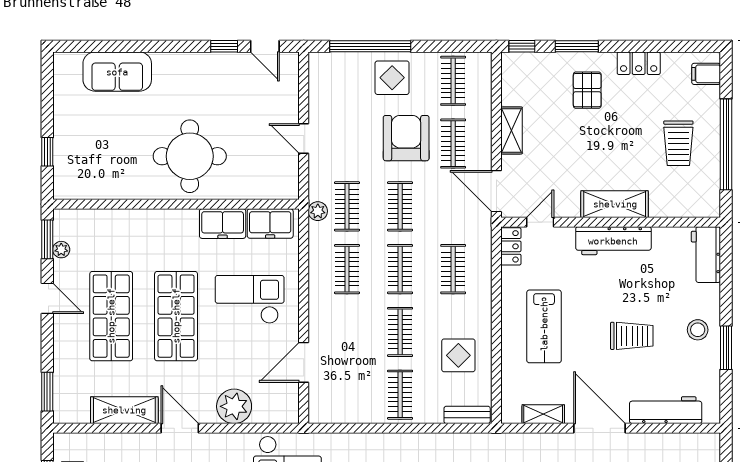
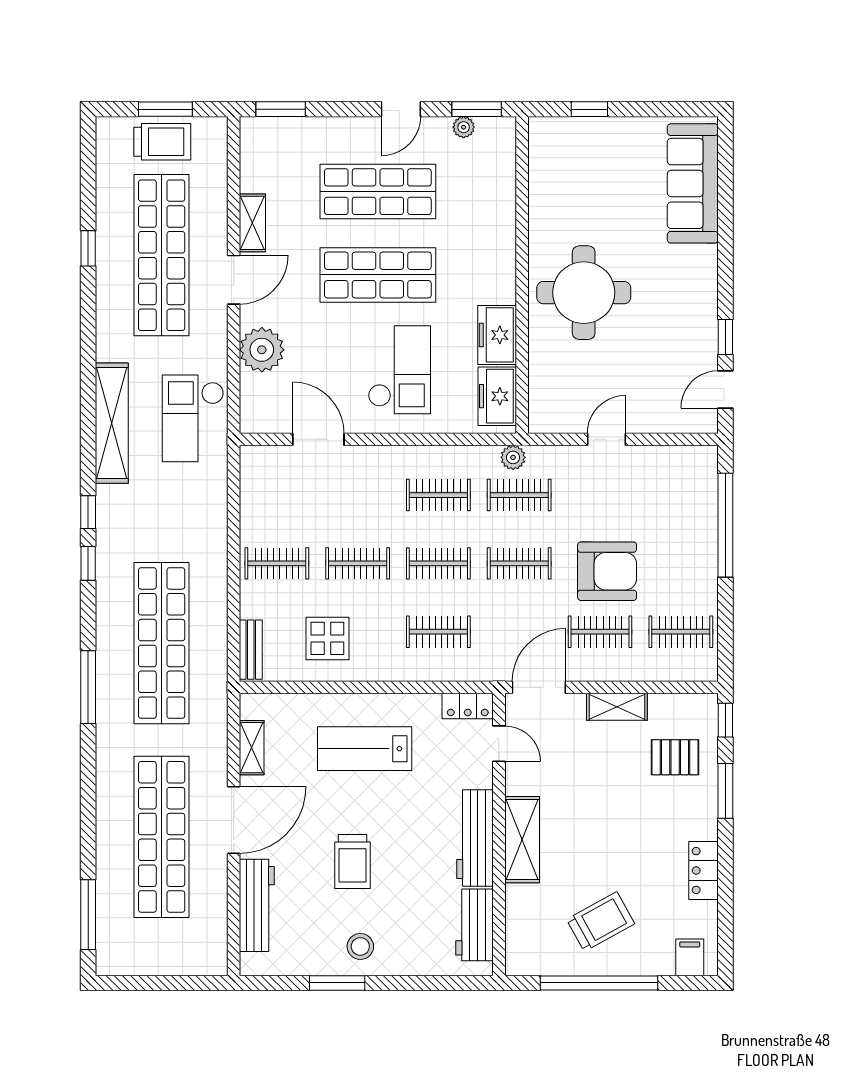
sofa: (117, 72) -> (693, 183), width x1.36
display table: (392, 78) -> (685, 553), removed
pallet: (587, 90) -> (675, 757), moved
trolley: (678, 143) -> (601, 922), turned 151
workbench: (706, 255) -> (475, 925), moved, turned -90
shelving: (124, 410) -> (252, 223), width x0.67, depth x0.75

